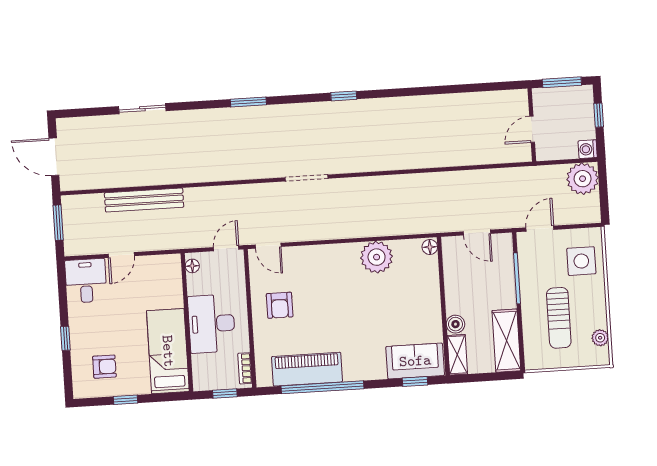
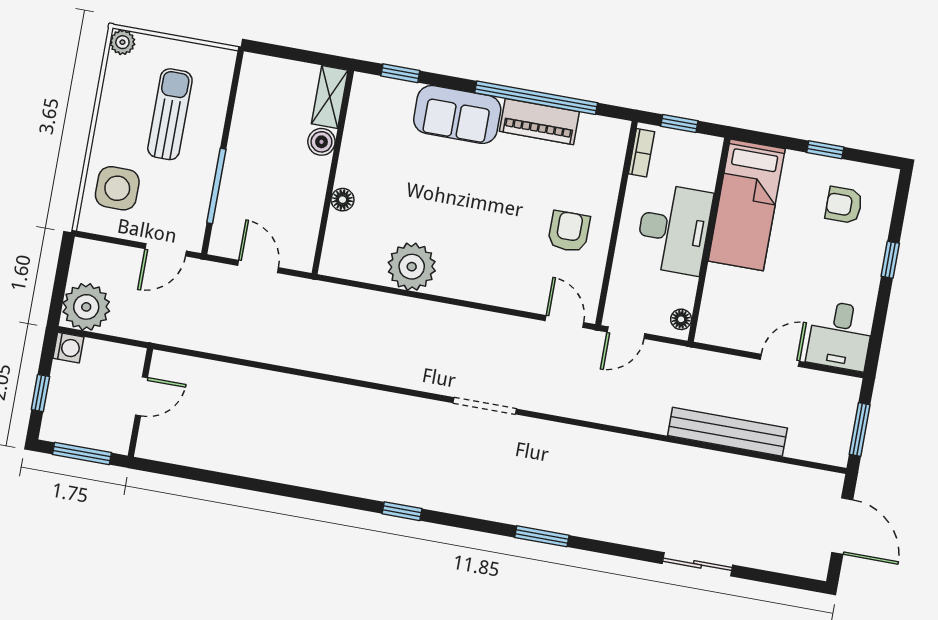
floor lamp: (430, 247) -> (342, 200), moved
plant: (600, 338) -> (122, 42), moved
shelving: (506, 341) -> (254, 100), removed
sofa: (415, 361) -> (457, 114), moved
piano: (307, 369) -> (539, 122), width x0.73, depth x0.75

